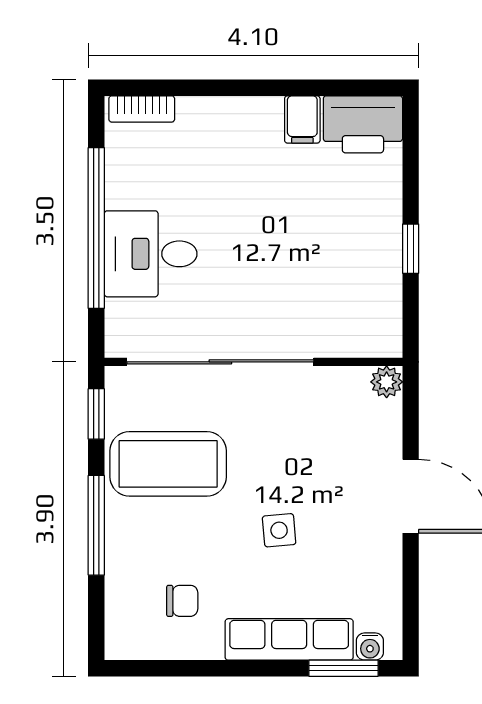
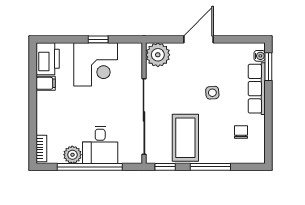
plant: (126, 186) -> (72, 155), added
corner desk: (349, 243) -> (96, 64), added
plant: (387, 382) -> (158, 55), width x1.88, depth x1.88

